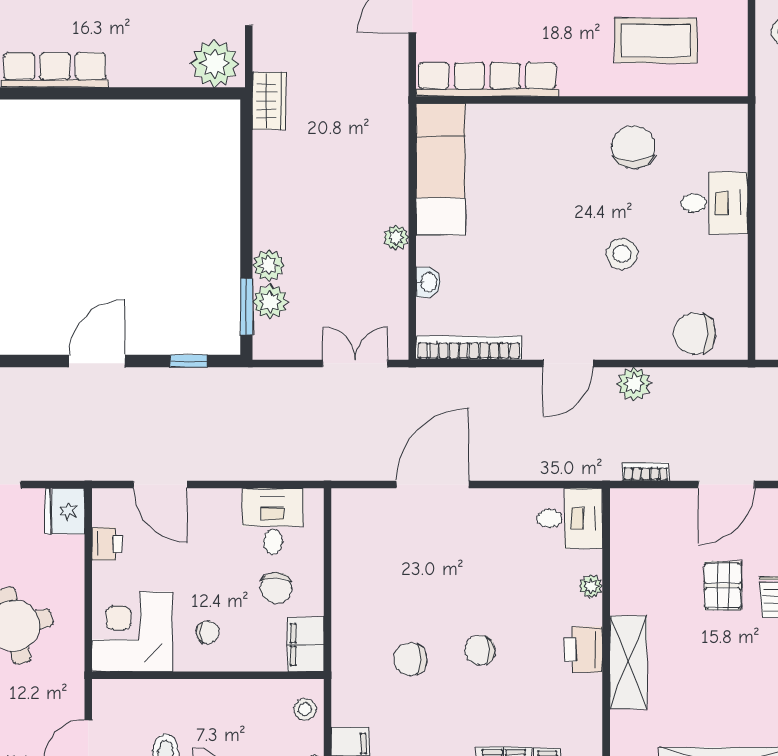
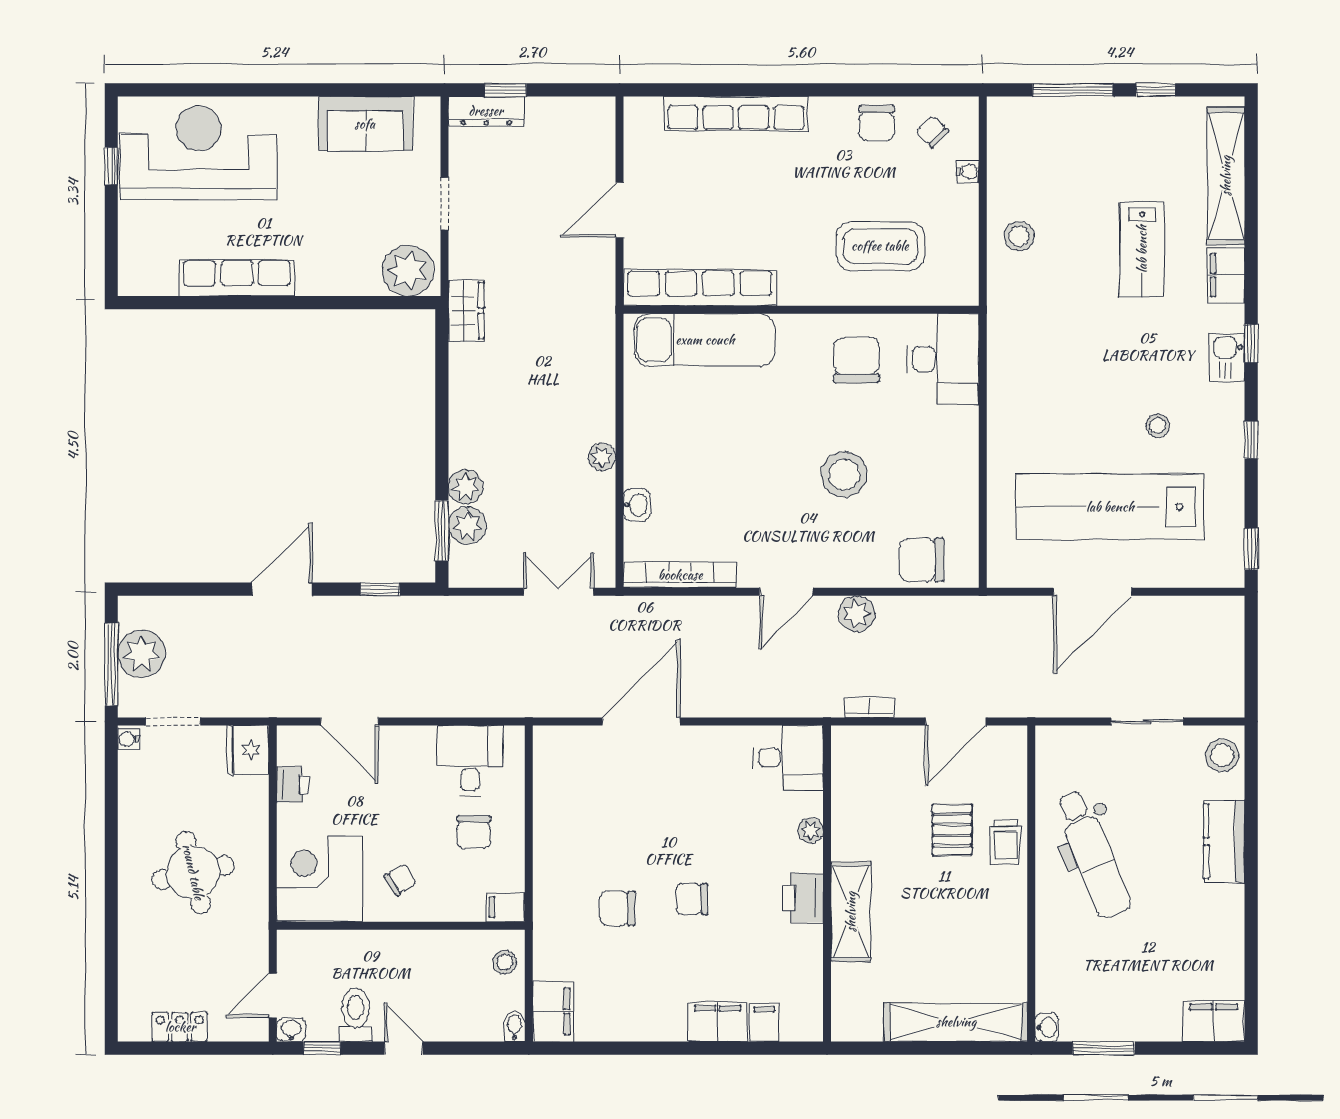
exam couch: (441, 169) -> (705, 340), moved, turned 90
desk: (714, 203) -> (943, 359), moved, width x1.37
stool: (622, 254) -> (844, 474), width x1.38, depth x1.38
chair: (208, 632) -> (400, 880), turned -32
filing cabinet: (306, 644) -> (506, 907), width x0.50

